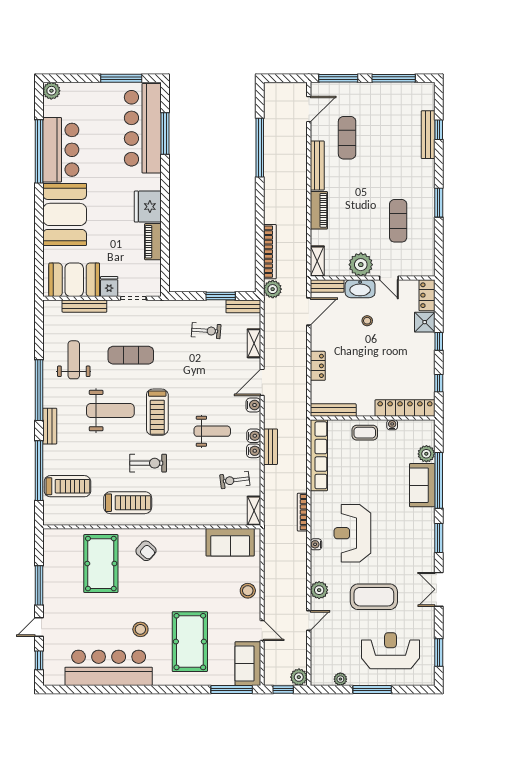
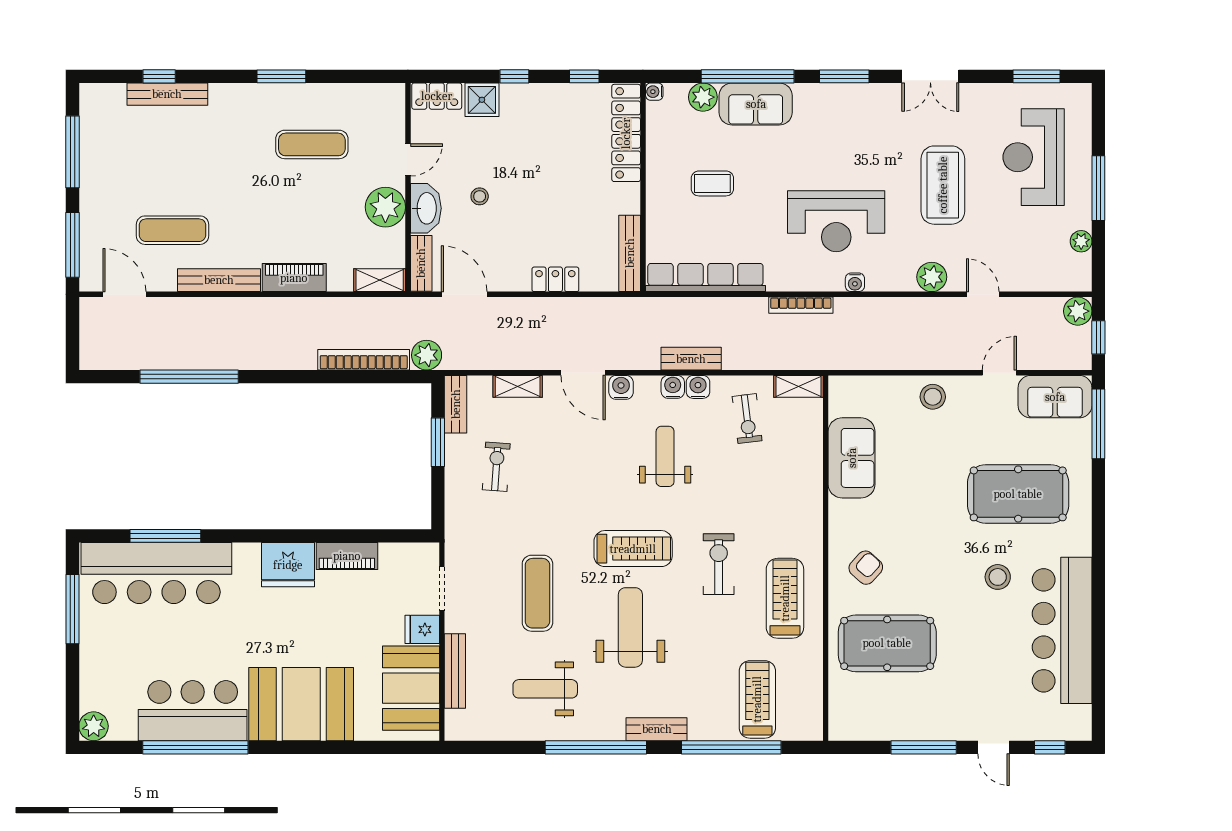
water cooler: (392, 425) -> (654, 92), moved
coffee table: (365, 433) -> (712, 183), moved, turned 90
sofa: (230, 542) -> (852, 458), moved

